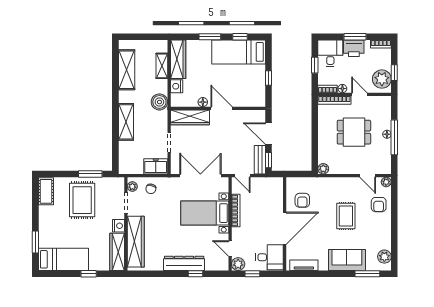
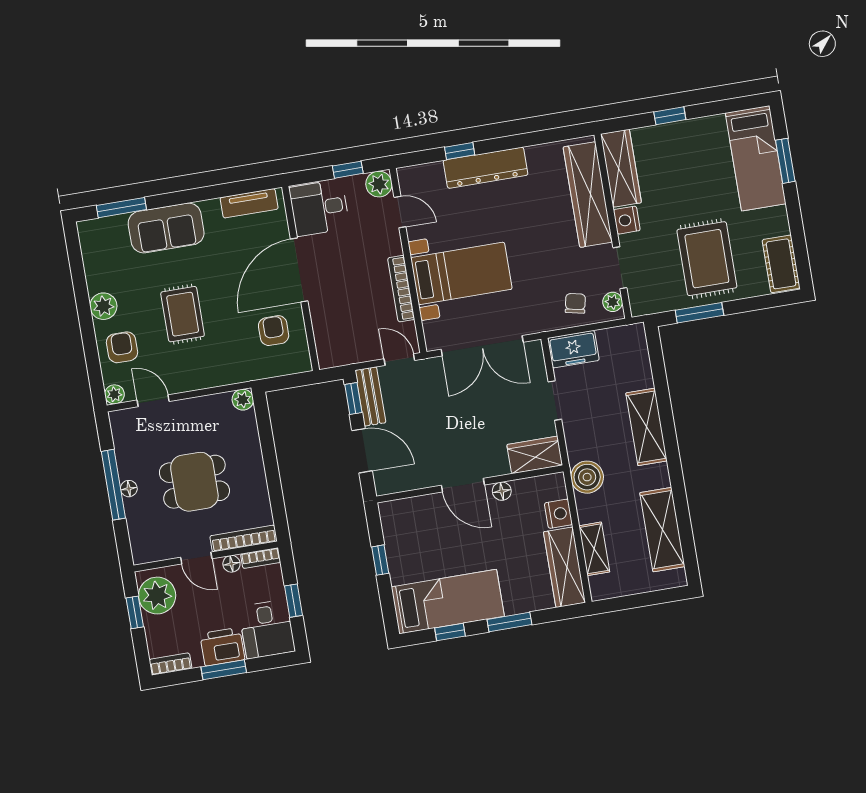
wardrobe: (190, 117) -> (535, 455), width x0.67
plant: (384, 257) -> (103, 306), moved
bed: (64, 259) -> (756, 158), moved, turned -90

